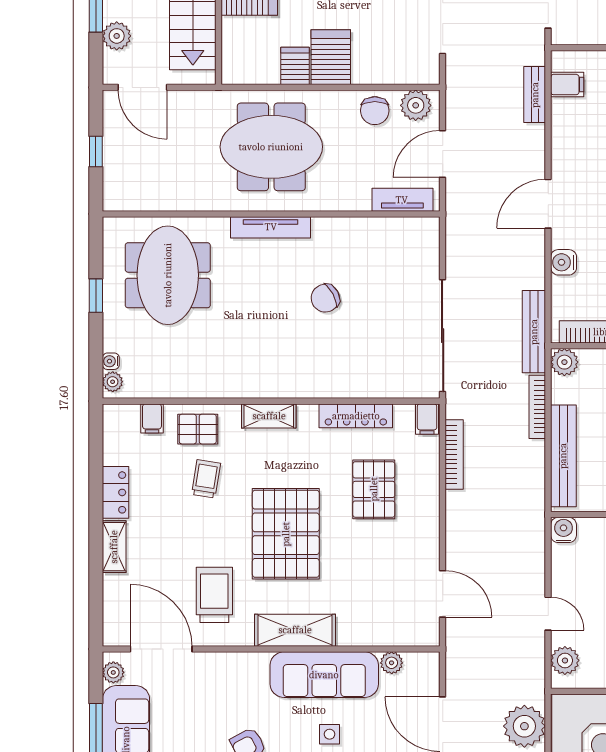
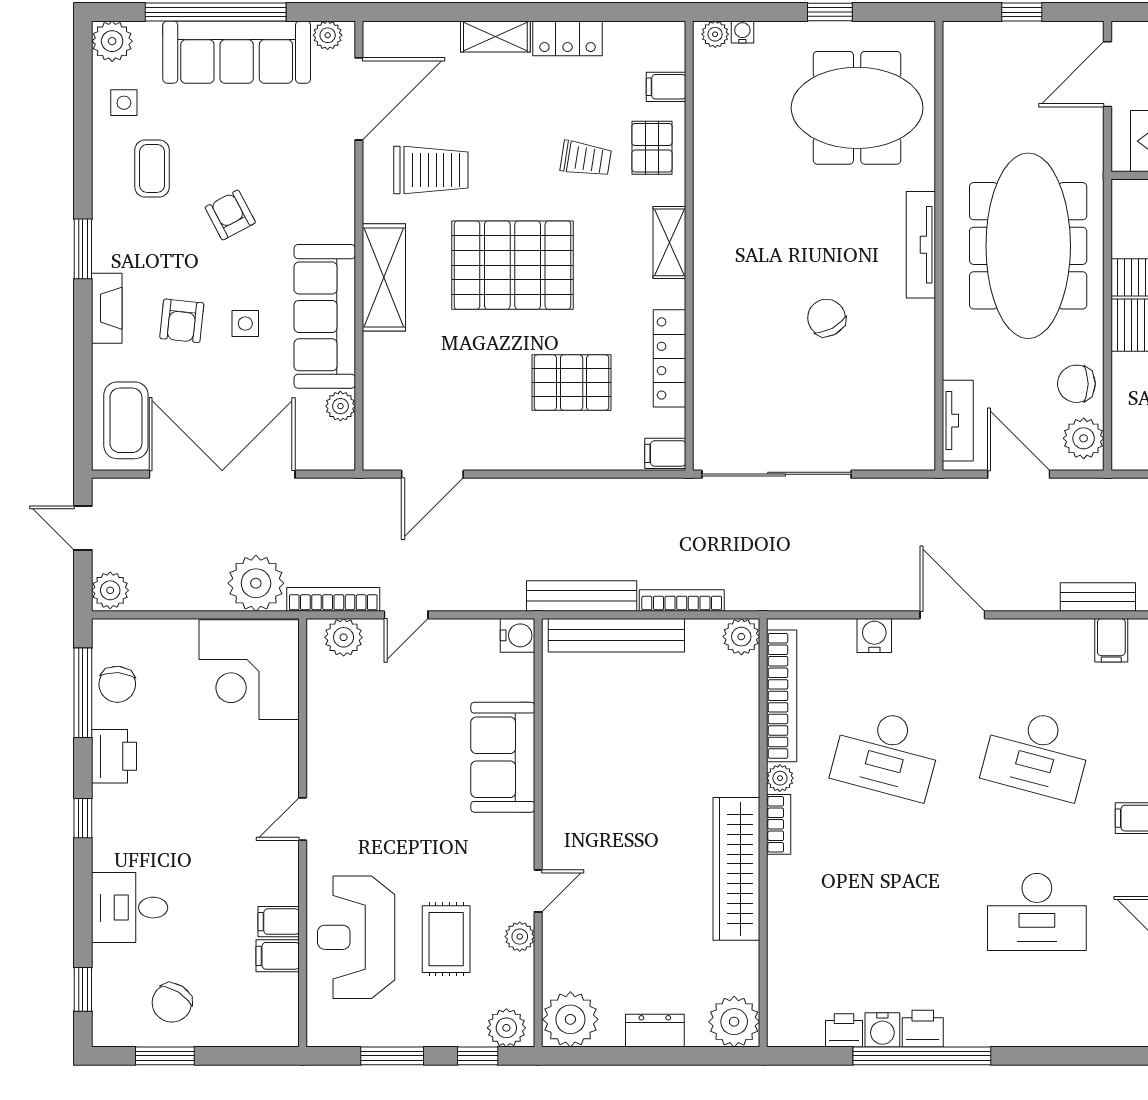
meeting table: (271, 147) -> (1028, 246), width x1.36
bench: (534, 332) -> (582, 596), moved
bookcase: (454, 454) -> (333, 599), moved, turned 180

